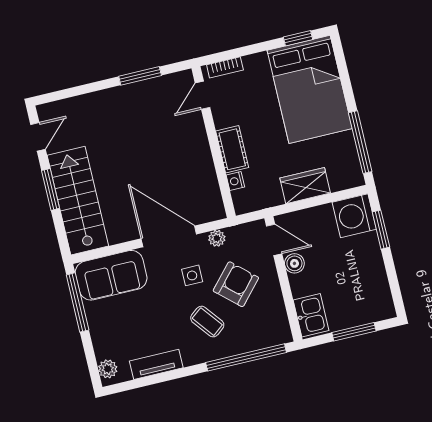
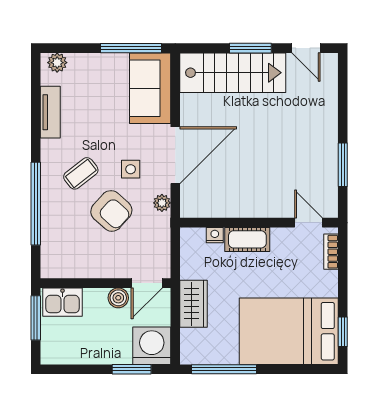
door: (274, 240) -> (147, 283), moved
boiler: (294, 263) -> (118, 298), moved
wall: (283, 279) -> (105, 283), moved
kitchen sink: (311, 315) -> (63, 302), moved

